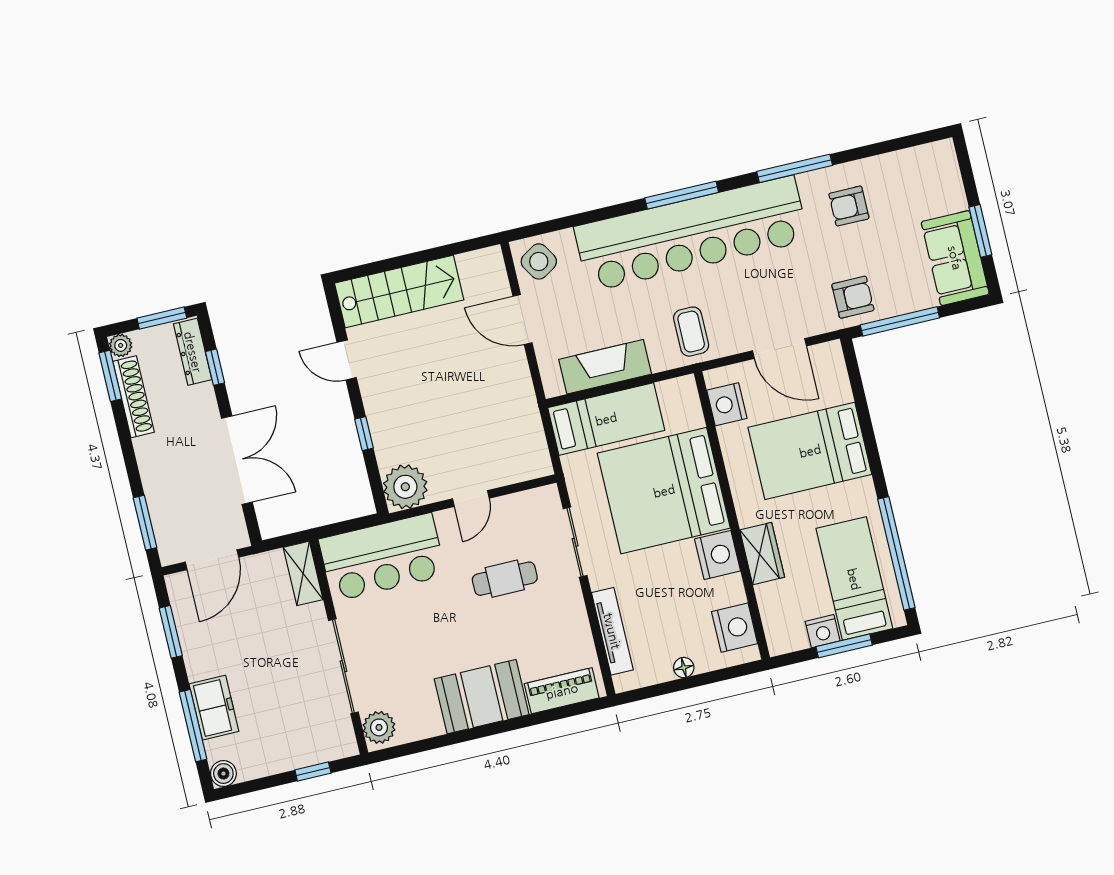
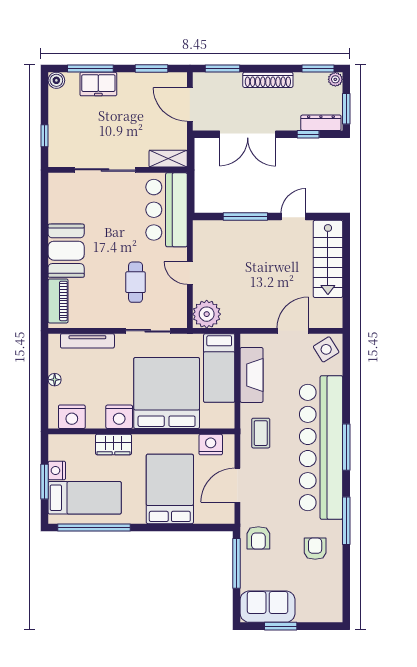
coffee table: (691, 332) -> (261, 433), turned 90
shoe rack: (134, 397) -> (268, 80), moved
window: (364, 434) -> (245, 217), width x2.17
plant: (405, 487) -> (207, 314), moved
plant: (379, 727) -> (62, 183), removed

